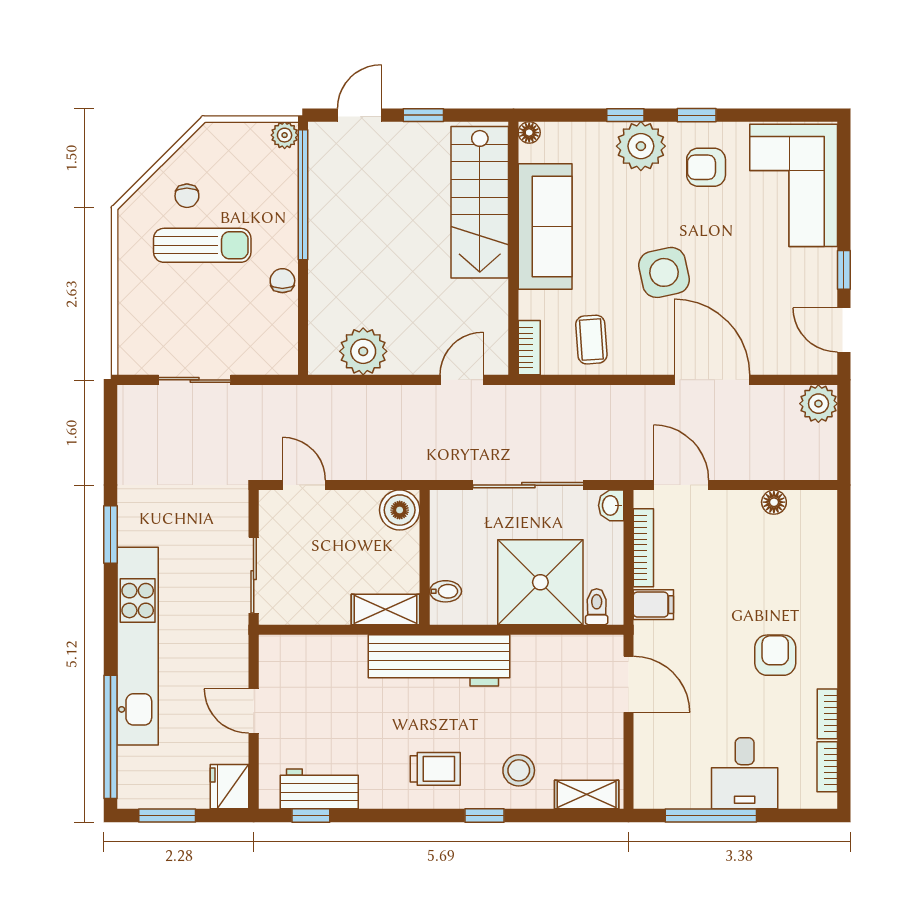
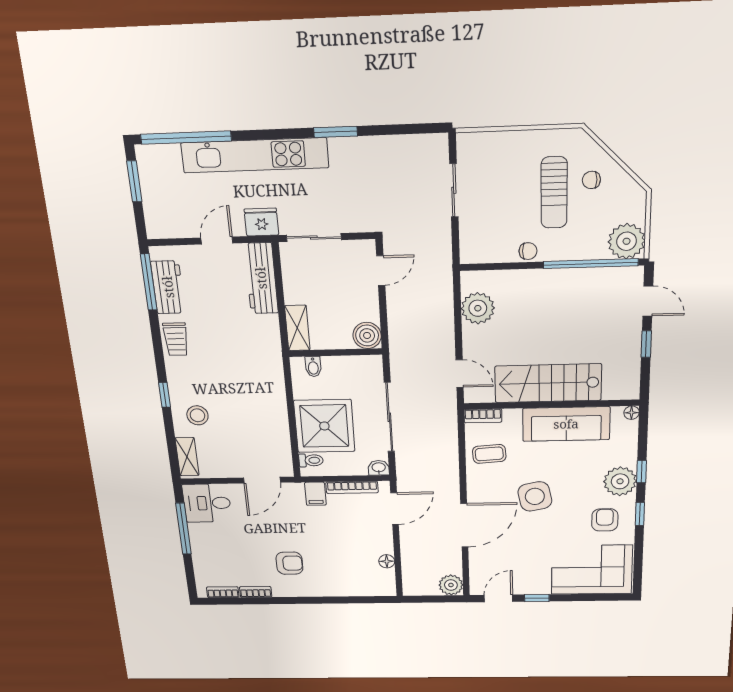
plant: (285, 135) -> (627, 241), width x1.87, depth x1.87
stairs: (480, 202) -> (548, 383), moved
workbench: (439, 660) -> (261, 278), moved, width x0.73, depth x0.76
trolley: (435, 769) -> (176, 339), moved
desk: (745, 773) -> (207, 503), moved
fridge: (230, 787) -> (261, 222), moved
window: (311, 816) -> (149, 282), width x2.17

